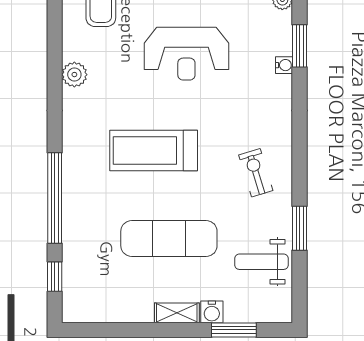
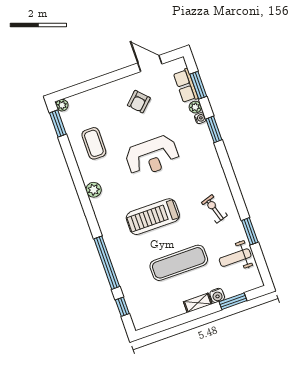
water cooler: (284, 65) -> (200, 118), moved

